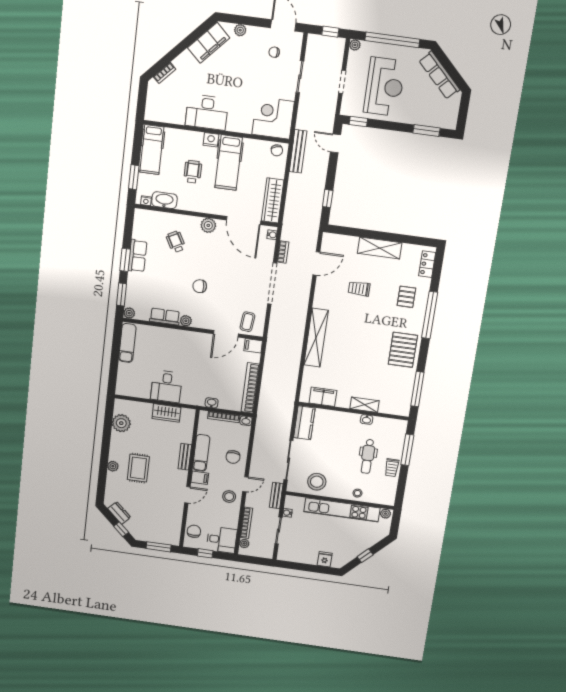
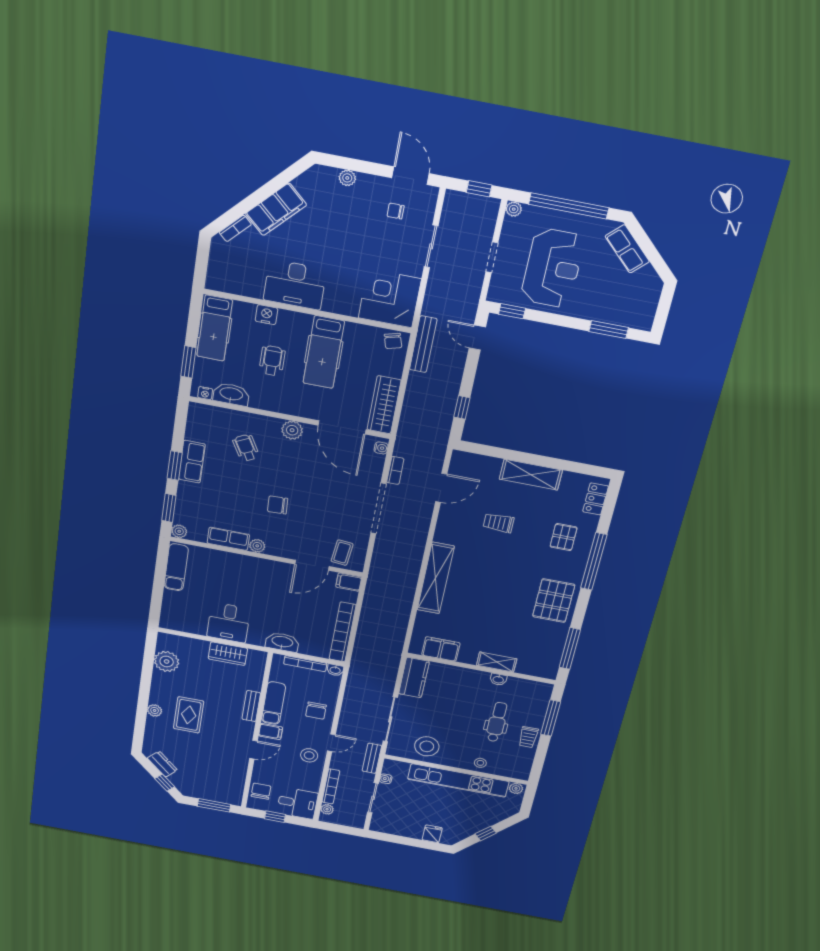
filing cabinet: (209, 43) -> (276, 209), moved
row of seats: (439, 75) -> (627, 249), width x0.68
nightstand: (211, 140) -> (266, 315), moved
washbasin: (212, 403) -> (282, 642), width x1.91, depth x1.45
dental chair: (368, 456) -> (497, 722), turned 180

